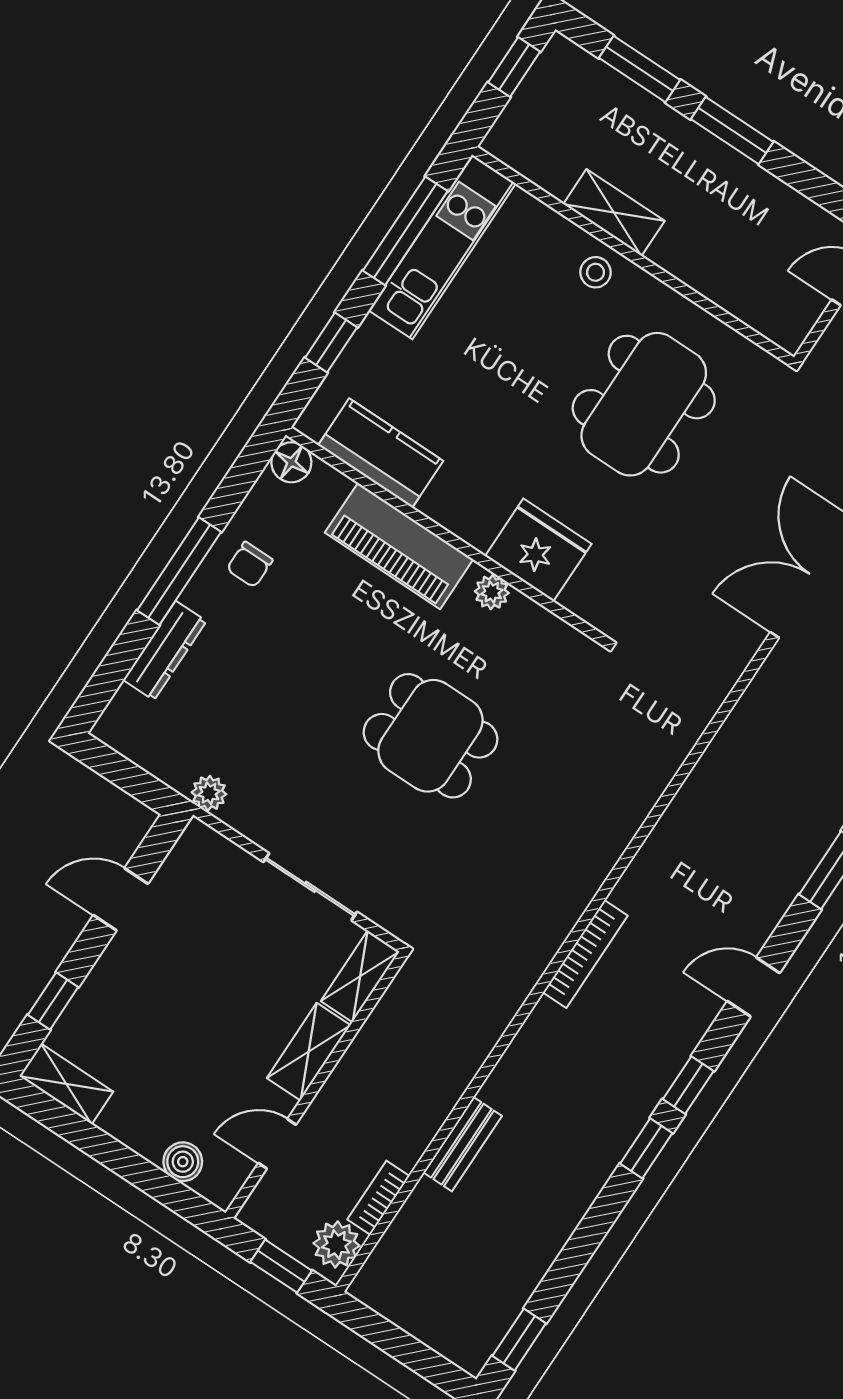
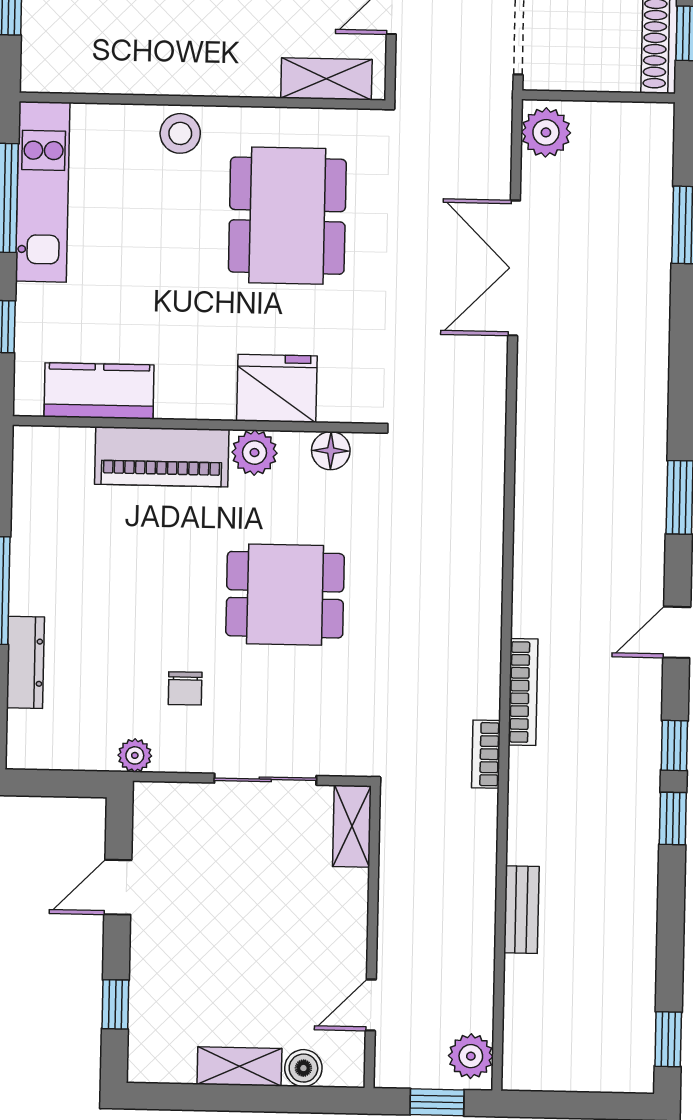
shelving: (614, 213) -> (326, 79), moved
stool: (595, 272) -> (180, 133), width x1.37, depth x1.37
floor lamp: (291, 462) -> (331, 451), moved
chair: (250, 565) -> (185, 688), moved
plant: (492, 592) -> (254, 453), width x1.38, depth x1.38
shelving: (309, 1052) -> (349, 914), removed
shelving: (66, 1084) -> (239, 1066), moved
bookcase: (378, 1198) -> (486, 754), moved

